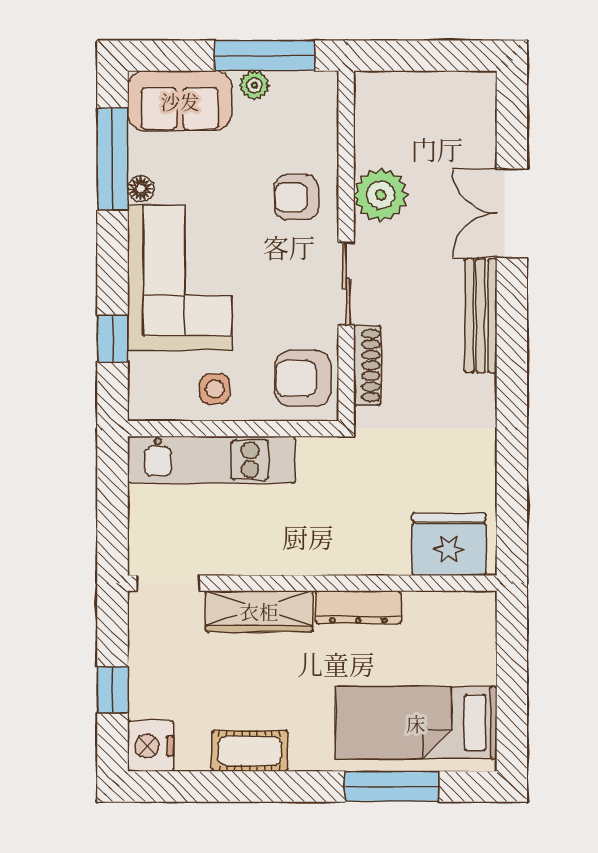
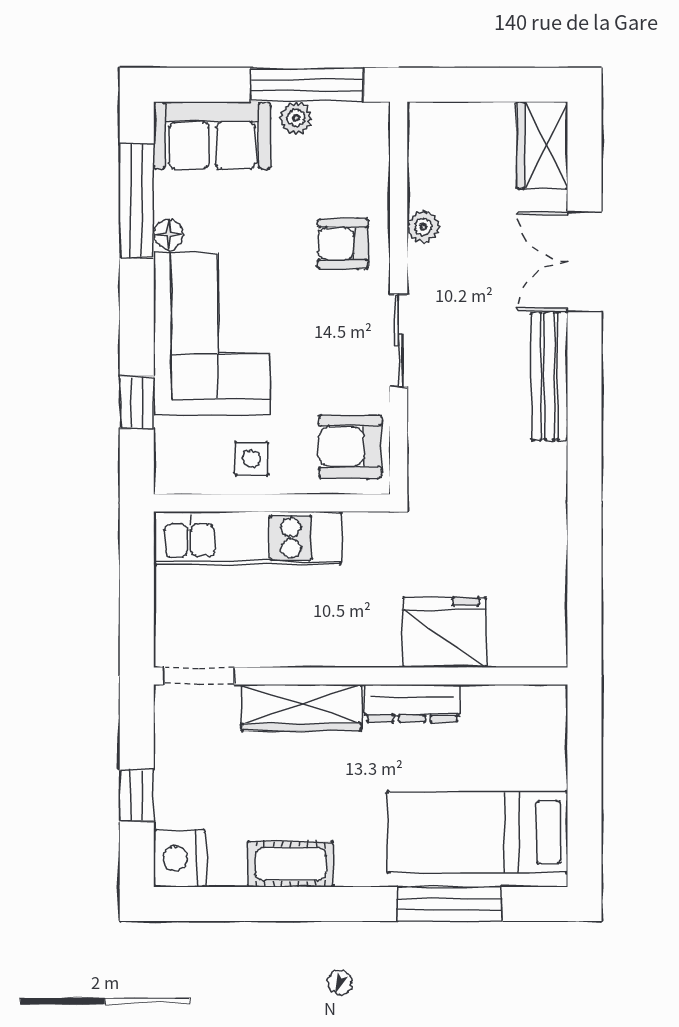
wardrobe: (474, 110) -> (542, 145), added
plant: (381, 195) -> (423, 227), width x0.53, depth x0.53
shoe rack: (367, 365) -> (422, 432), removed
fridge: (449, 544) -> (444, 632), moved

